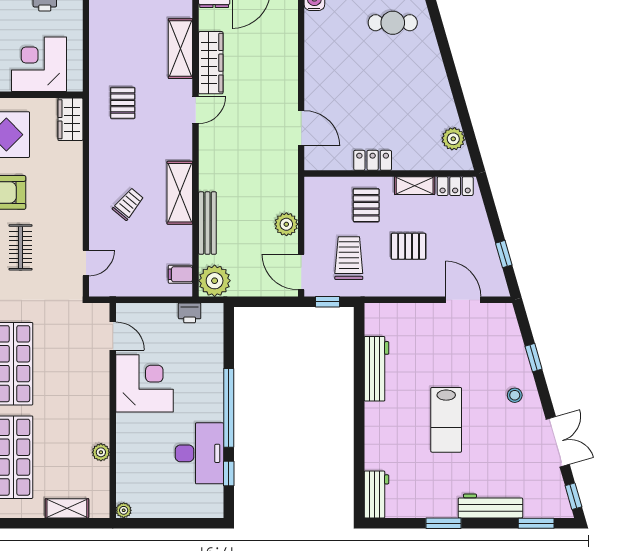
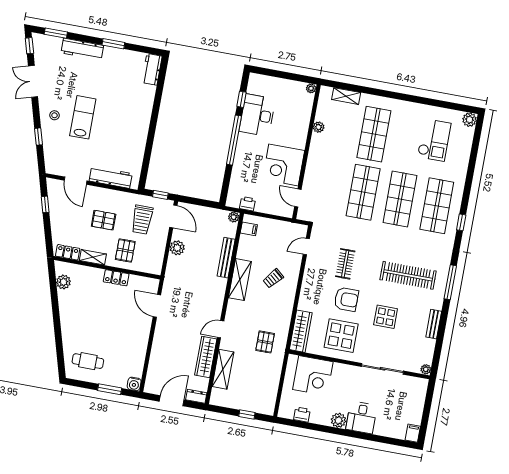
wardrobe: (70, 119) -> (301, 331), width x1.50
plant: (215, 281) -> (234, 217), width x0.53, depth x0.53
workbench: (376, 369) -> (111, 177), moved, turned 90
lab bench: (446, 420) -> (83, 117), moved

